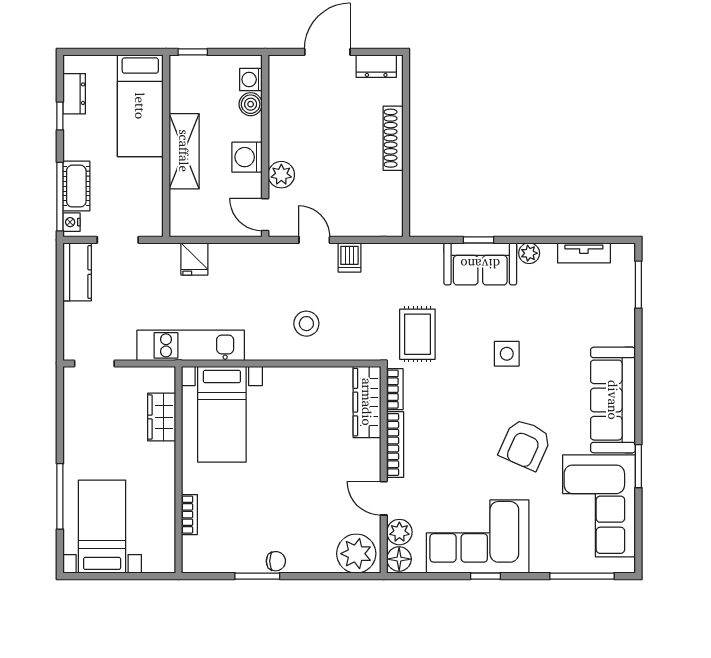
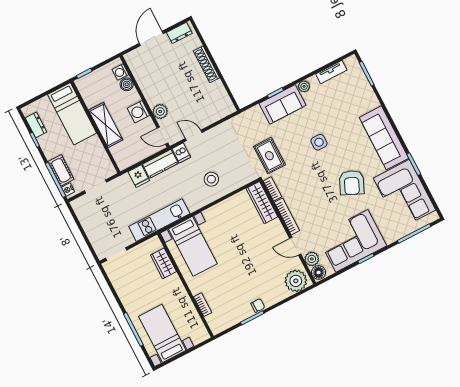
dishwasher: (349, 257) -> (181, 153), moved
kitchen counter: (77, 272) -> (160, 164), moved, turned 90

